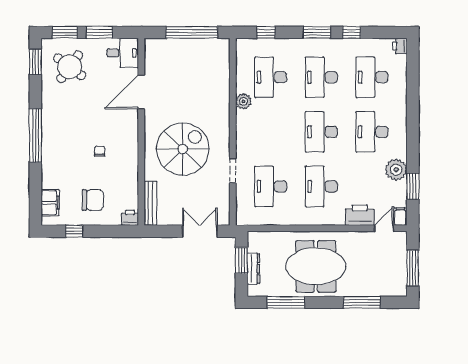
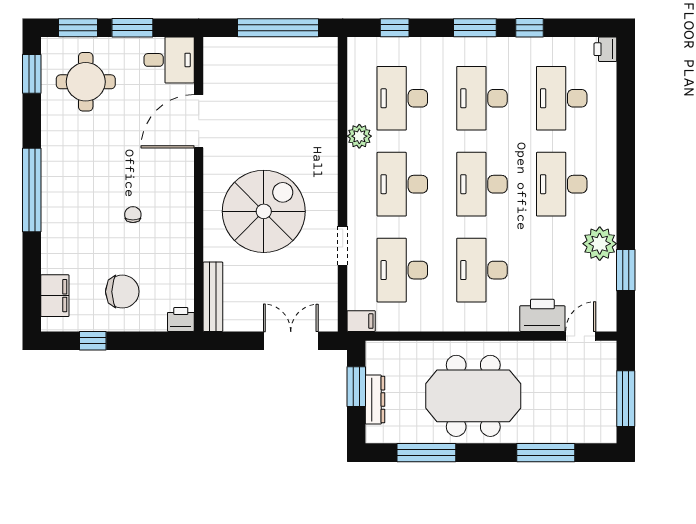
round table: (70, 67) -> (86, 82), turned -36
desk: (271, 132) -> (402, 184), added
filing cabinet: (400, 217) -> (361, 321), moved, turned 90

